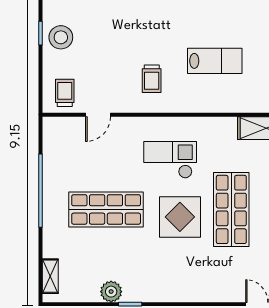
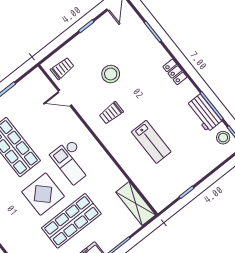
stool: (61, 37) -> (111, 74), moved
checkout: (170, 160) -> (72, 162), turned 180

